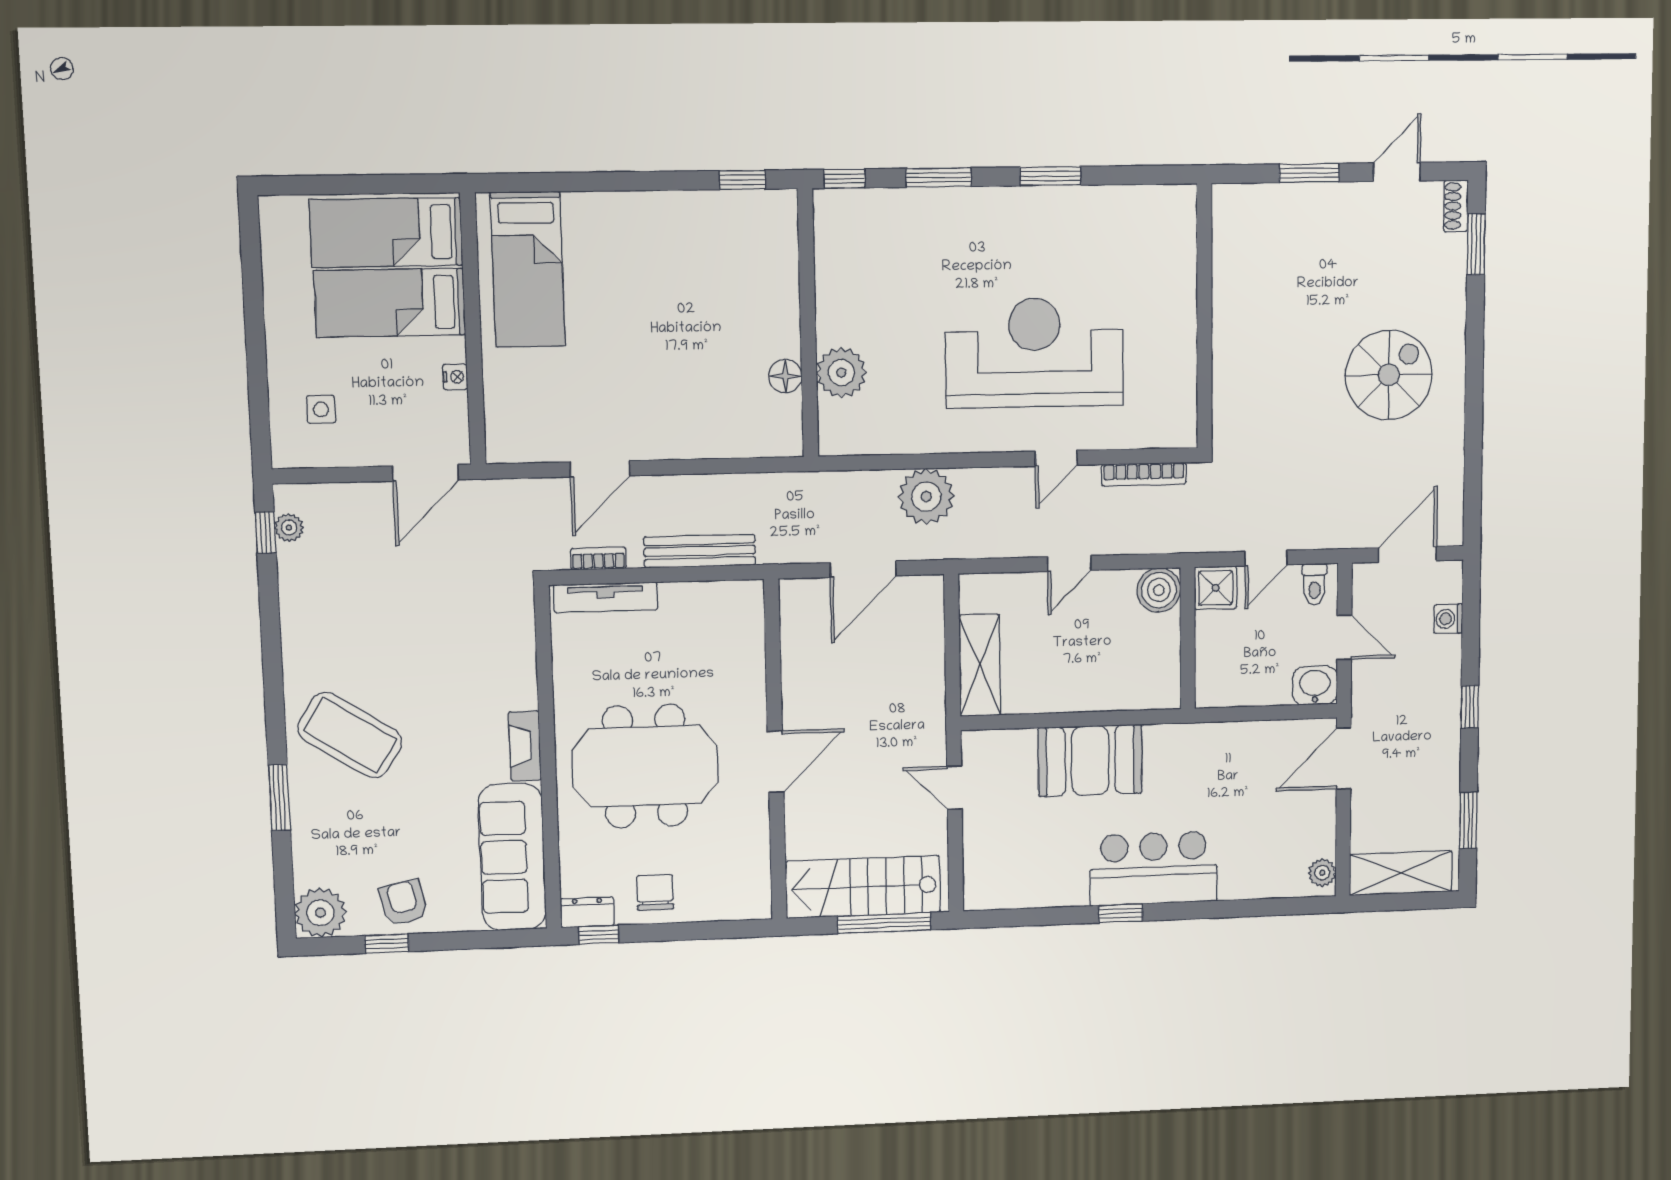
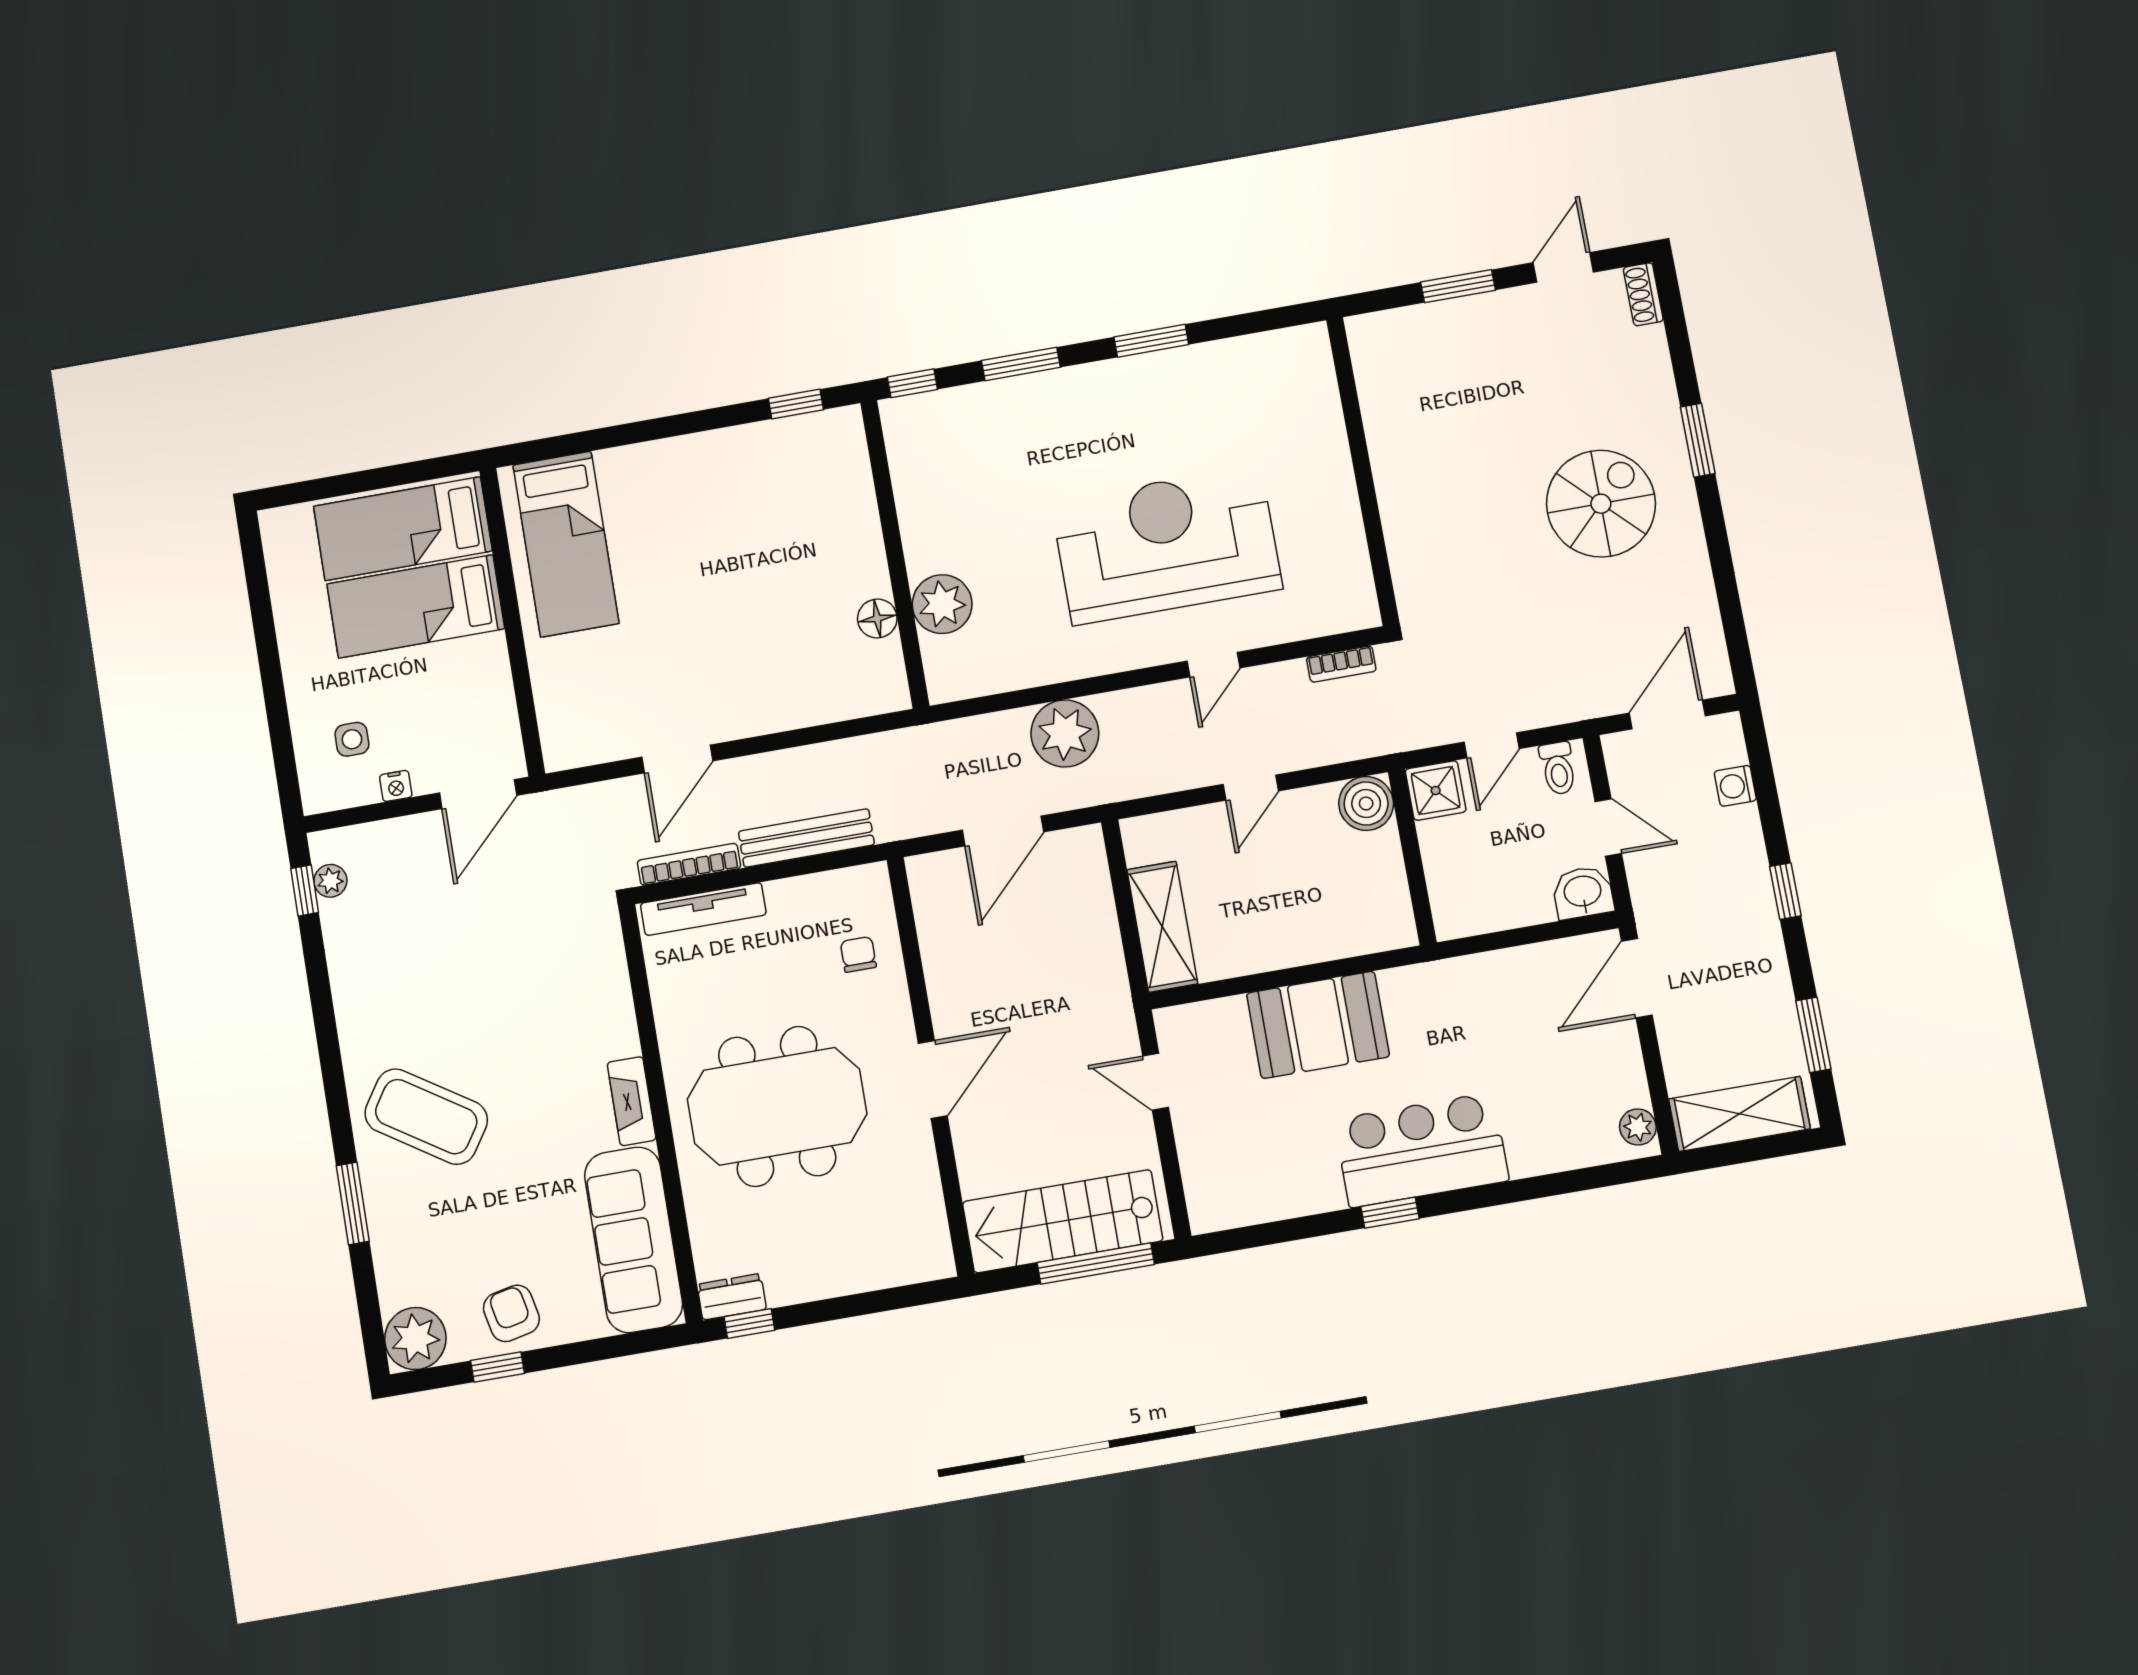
window: (1476, 244) -> (1698, 440), moved
nightstand: (455, 377) -> (396, 786), moved, turned 90
bookcase: (1144, 474) -> (1341, 664), width x0.64
bookcase: (598, 558) -> (689, 864), width x1.56
chair: (655, 892) -> (858, 954), moved, width x0.73, depth x0.73

